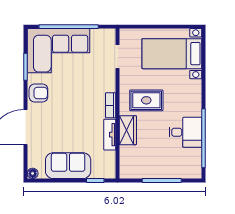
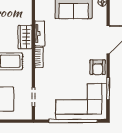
armchair: (38, 93) -> (98, 67), turned -90

